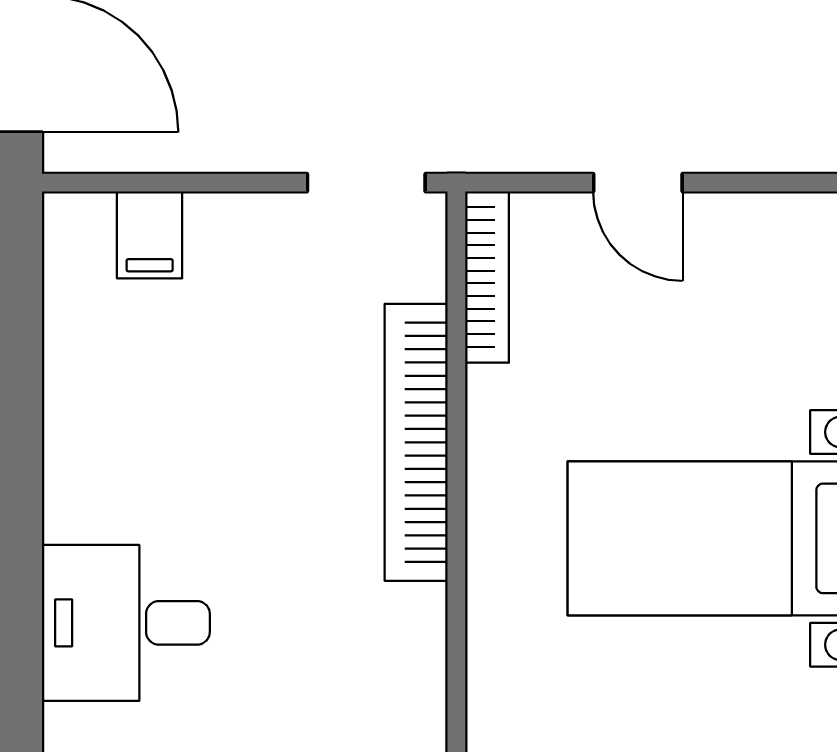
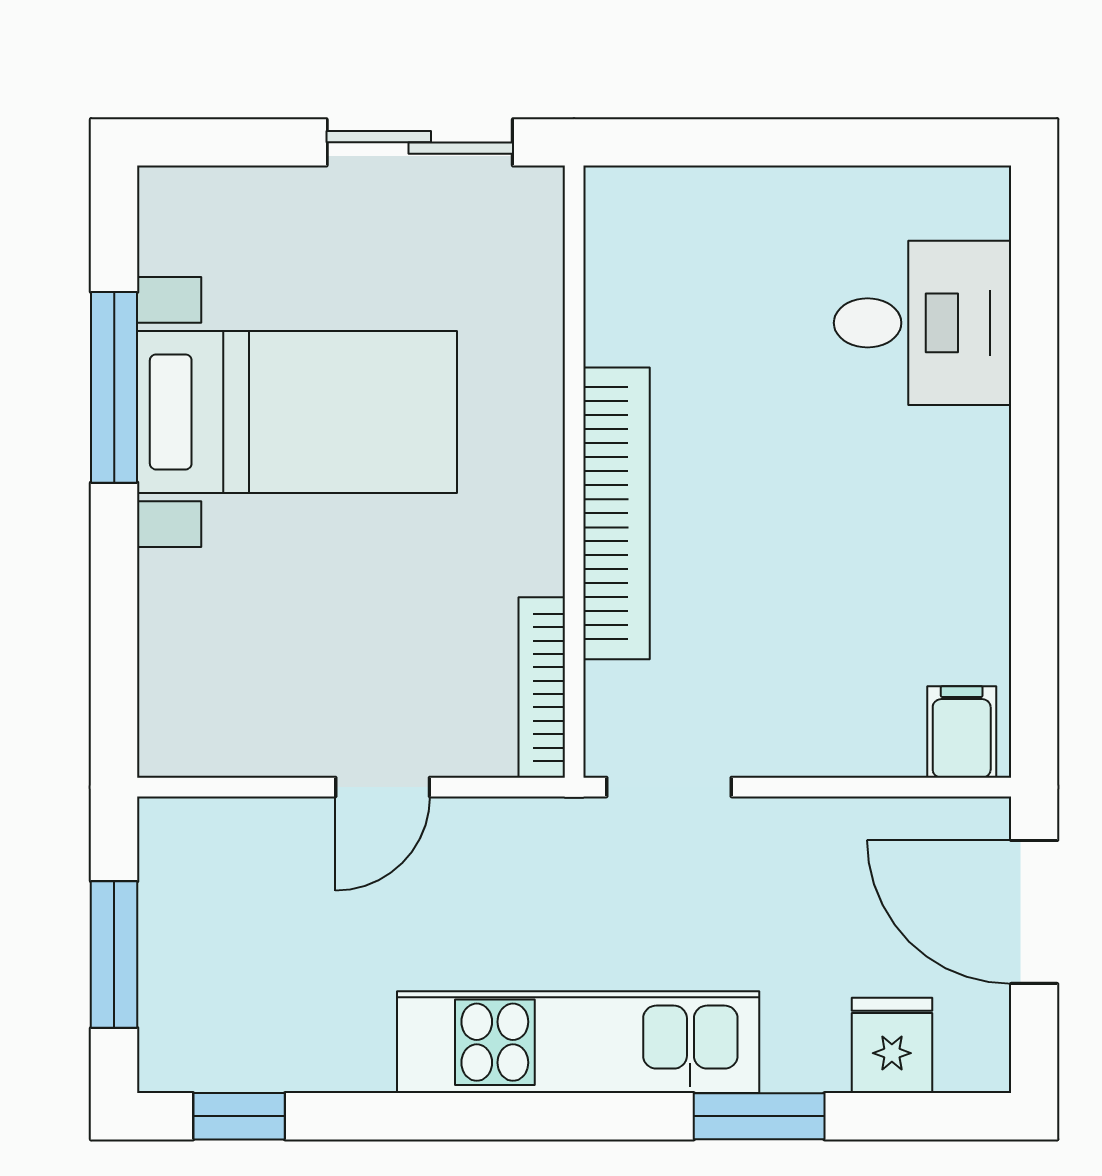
door: (638, 183) -> (383, 787), swing flipped
filing cabinet: (150, 235) -> (962, 732), moved

